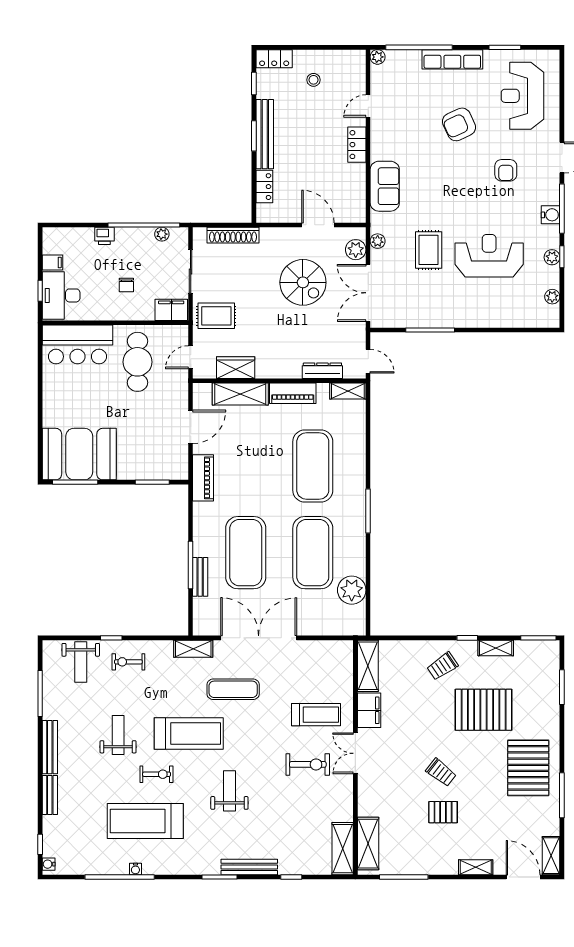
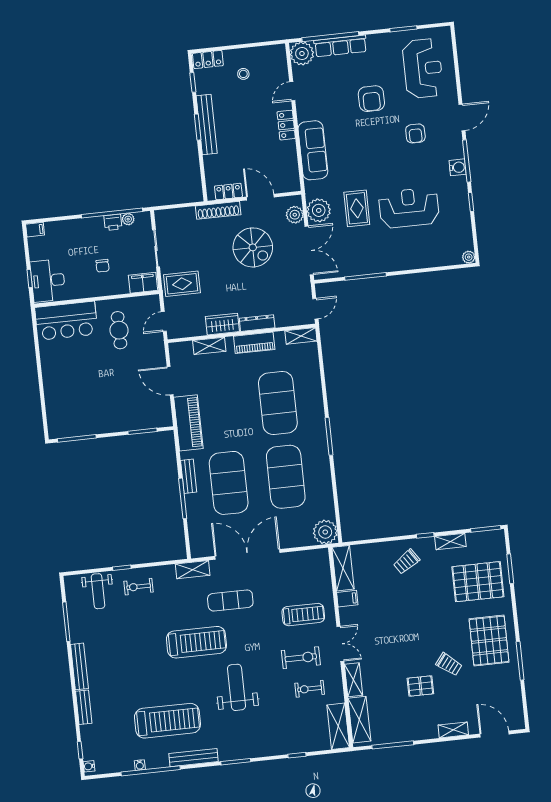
plant: (378, 57) -> (302, 53), width x1.87, depth x1.87
row of seats: (452, 59) -> (340, 46), moved
reception desk: (522, 96) -> (423, 68), turned 180
armchair: (459, 124) -> (371, 99), turned -65
sofa: (385, 186) -> (313, 150), width x1.36
locker: (264, 187) -> (228, 192), moved, turned -90
shoe rack: (233, 235) -> (218, 210), moved
printer: (104, 236) -> (113, 222), moved
plant: (378, 241) -> (319, 210), width x1.87, depth x1.87
plant: (552, 257) -> (463, 203), removed
filing cabinet: (53, 262) -> (35, 230), moved
double door: (368, 293) -> (309, 250), swing flipped
plant: (552, 297) -> (469, 257), moved
door: (368, 361) -> (315, 309), hinge flipped
cafe table: (137, 362) -> (119, 330), width x0.73, depth x0.74
wardrobe: (236, 368) -> (222, 324), moved
dresser: (322, 371) -> (257, 323), moved
shelving: (240, 394) -> (209, 346), width x0.67, depth x0.75
door: (191, 427) -> (170, 381), swing flipped
booth: (79, 454) -> (78, 414), removed
piano: (203, 478) -> (188, 423), width x1.37, depth x1.33
bench: (200, 577) -> (189, 476), moved
plant: (352, 590) -> (325, 532), moved
filing cabinet: (369, 710) -> (347, 599), width x0.50
pallet: (484, 710) -> (478, 582), moved
weight bench: (118, 735) -> (136, 650), removed
double door: (355, 753) -> (340, 644), swing flipped
trolley: (441, 772) -> (449, 664), moved
exercise bike: (157, 774) -> (310, 689), moved, turned 180
weight bench: (229, 791) -> (236, 687), width x1.36, depth x1.33
treadmill: (145, 821) -> (167, 721), turned 180
shelving: (551, 856) -> (353, 680), moved
bench: (249, 867) -> (193, 758), moved
water cooler: (135, 869) -> (140, 765), moved

